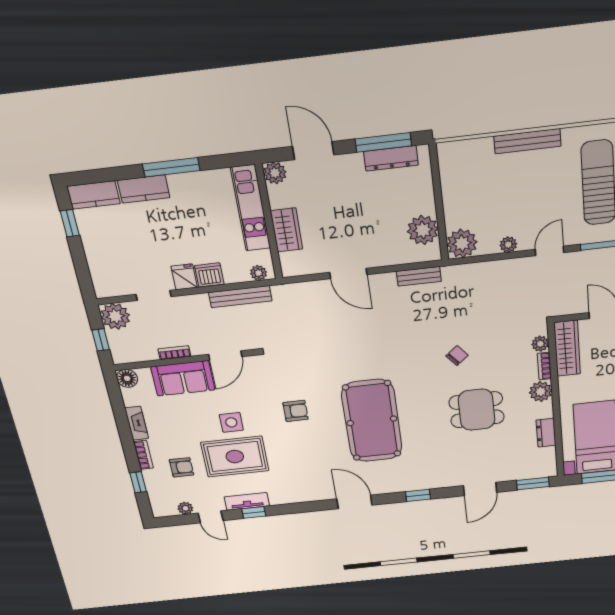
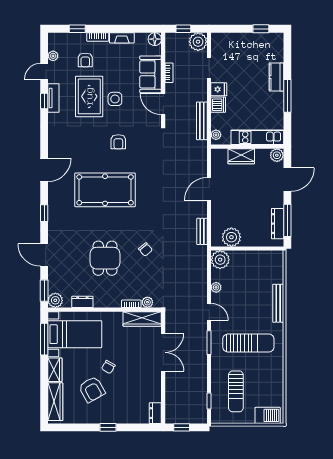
kitchen counter: (94, 195) -> (276, 47), removed
plant: (541, 392) -> (55, 300), moved

